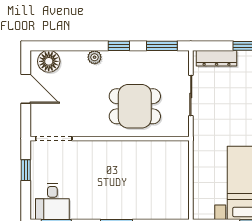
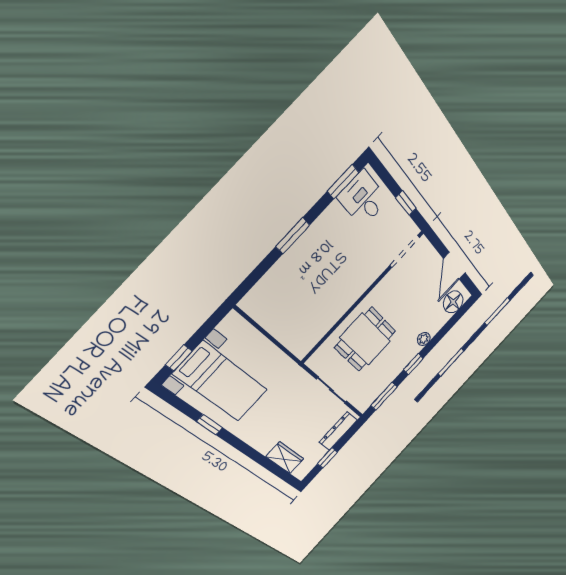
door: (26, 89) -> (454, 266), hinge flipped

